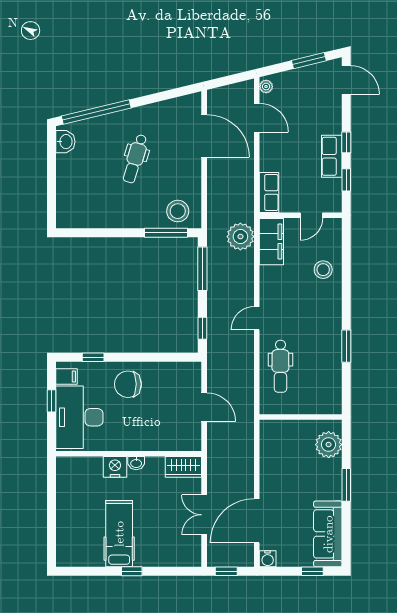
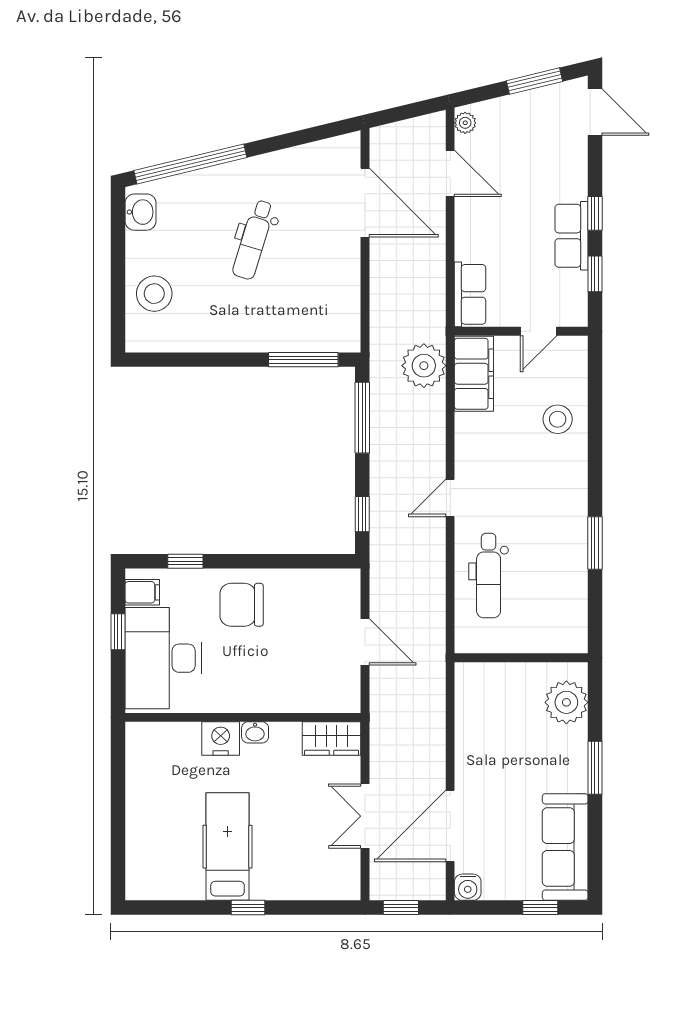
stool: (178, 211) -> (154, 294), moved

